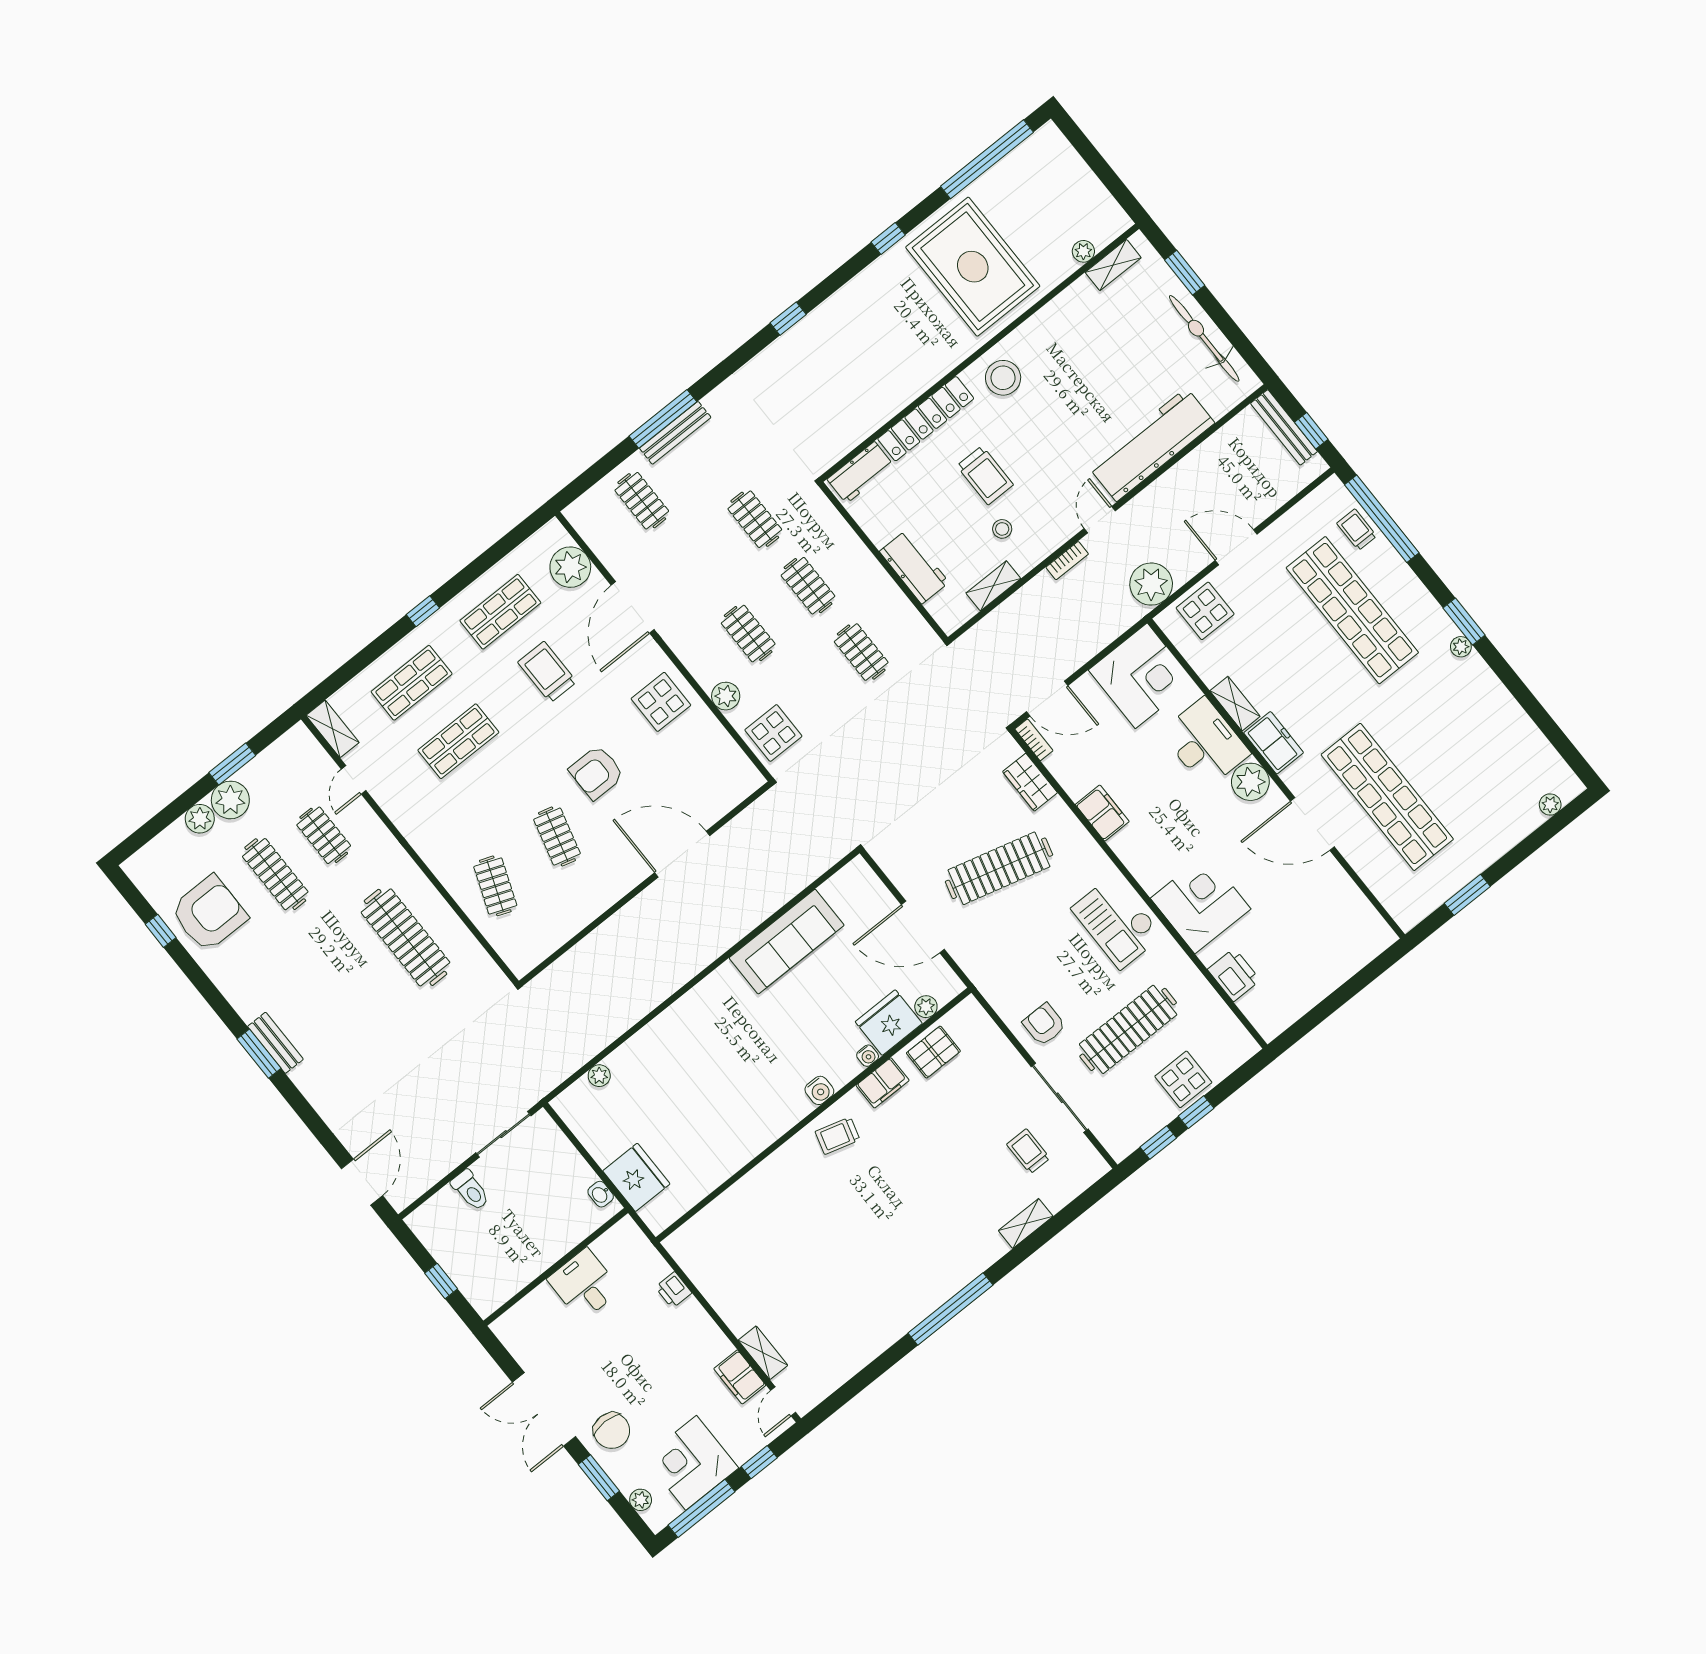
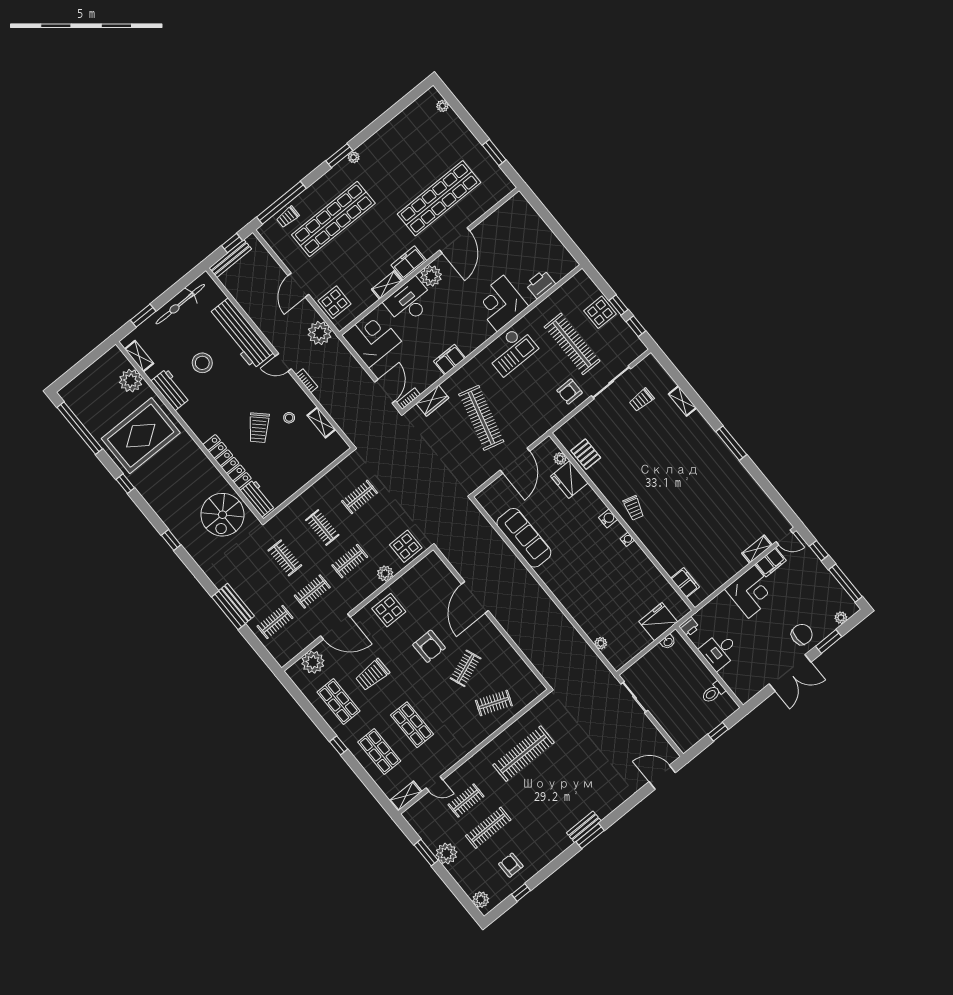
plant: (1083, 251) -> (131, 381), width x1.87, depth x1.87
stool: (1003, 378) -> (202, 363), moved
spiral stairs: (832, 410) -> (222, 515), added
trolley: (985, 475) -> (259, 428), turned 134
clothes rail: (755, 519) -> (285, 558), turned 90
clothes rail: (695, 567) -> (312, 592), added
workbench: (914, 567) -> (171, 390), moved, turned 90
clothes rail: (808, 586) -> (322, 527), turned 90
plant: (200, 819) -> (481, 900), moved
clothes rail: (557, 837) -> (466, 668), turned -36
armchair: (209, 913) -> (511, 865), width x0.53, depth x0.53
water cooler: (868, 1056) -> (627, 539), moved
filing cabinet: (883, 1083) -> (685, 583), moved
toilet: (470, 1190) -> (713, 692), moved, turned 180
printer: (673, 1290) -> (689, 627), moved
window: (950, 1309) -> (731, 443), width x0.68
corner desk: (691, 1463) -> (751, 592), moved, turned -90

